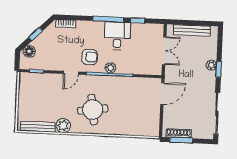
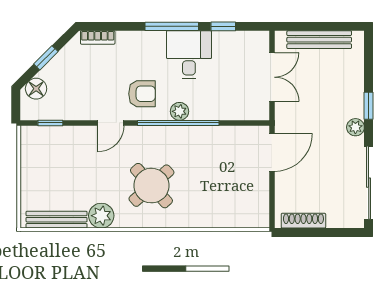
plant: (211, 65) -> (355, 127), moved
round table: (93, 110) -> (151, 186), turned -34
window: (181, 140) -> (309, 233), removed

